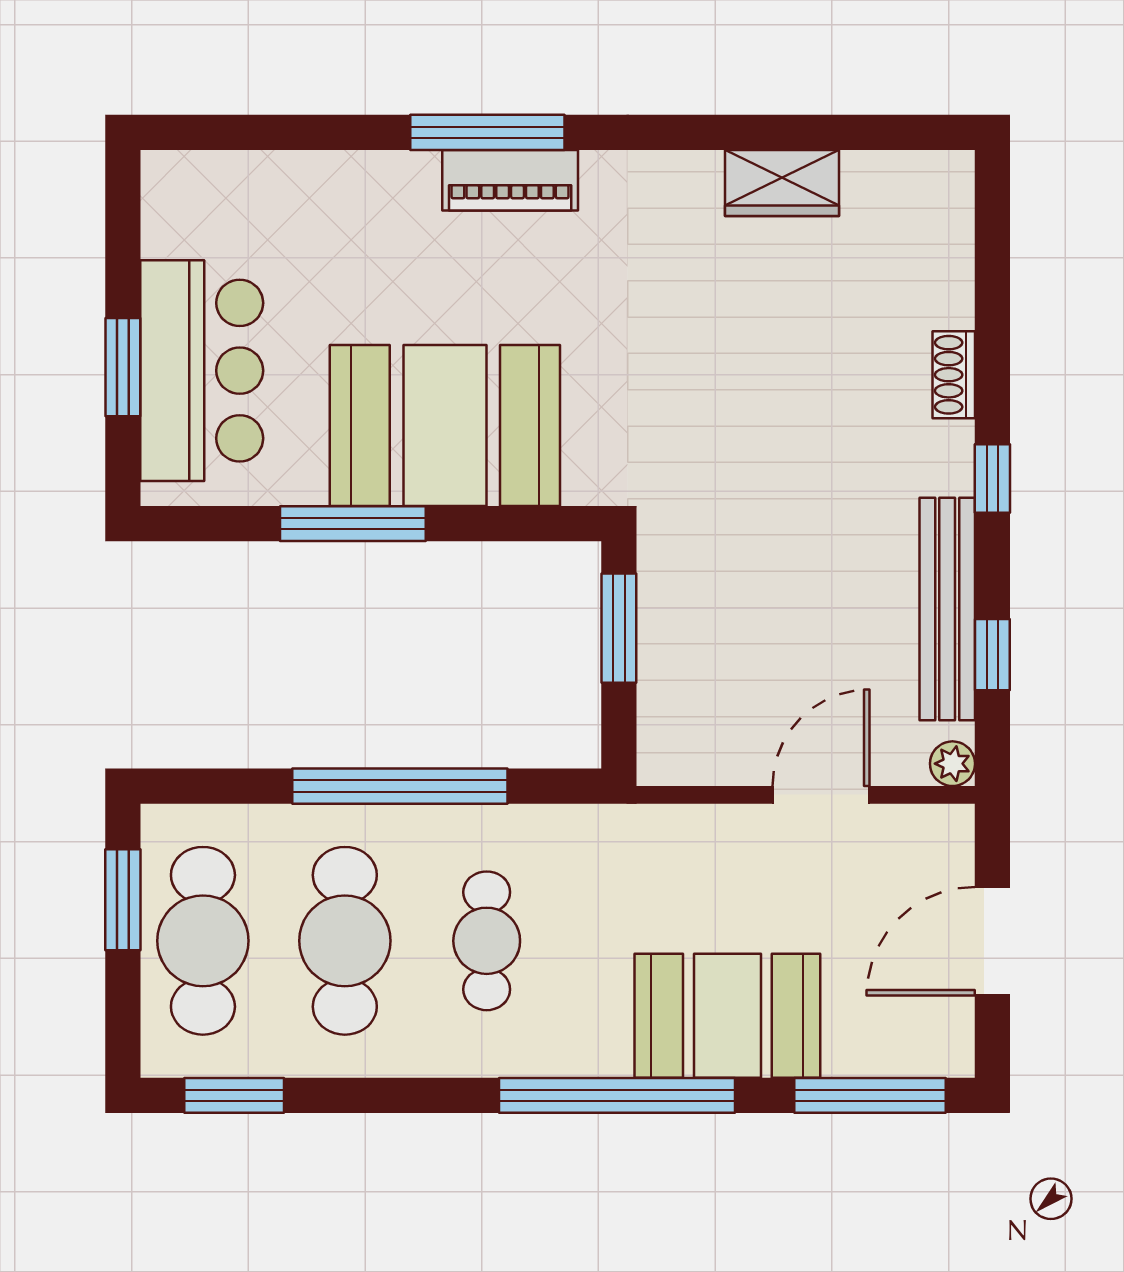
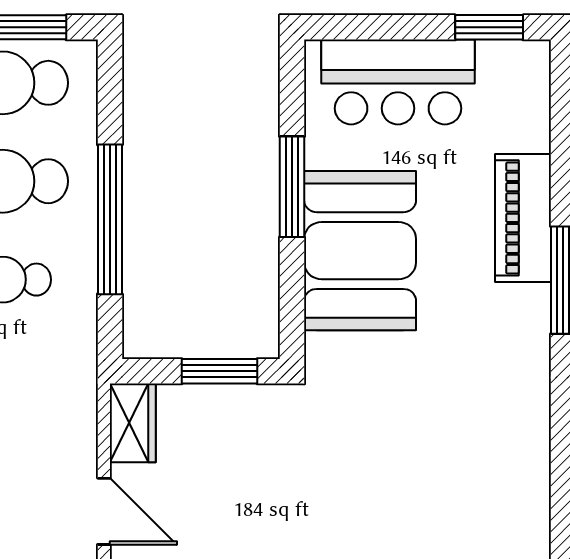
piano: (510, 180) -> (523, 218), moved, width x1.37, depth x1.33
wardrobe: (782, 183) -> (133, 423), moved, turned 180
window: (123, 367) -> (489, 27), moved

